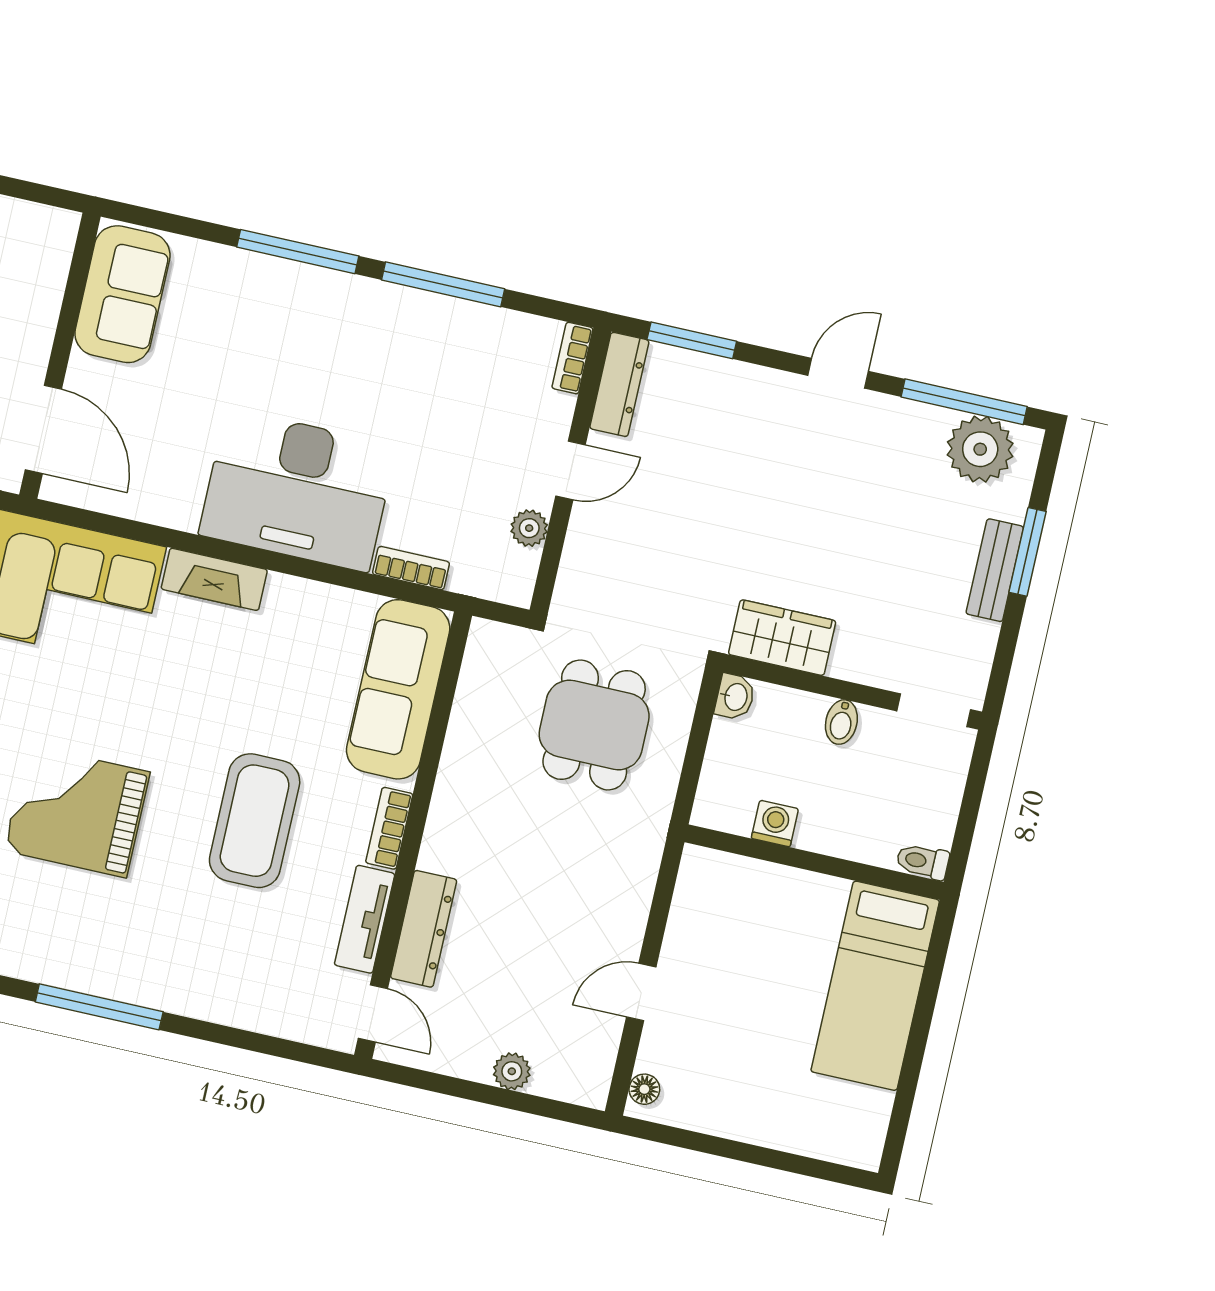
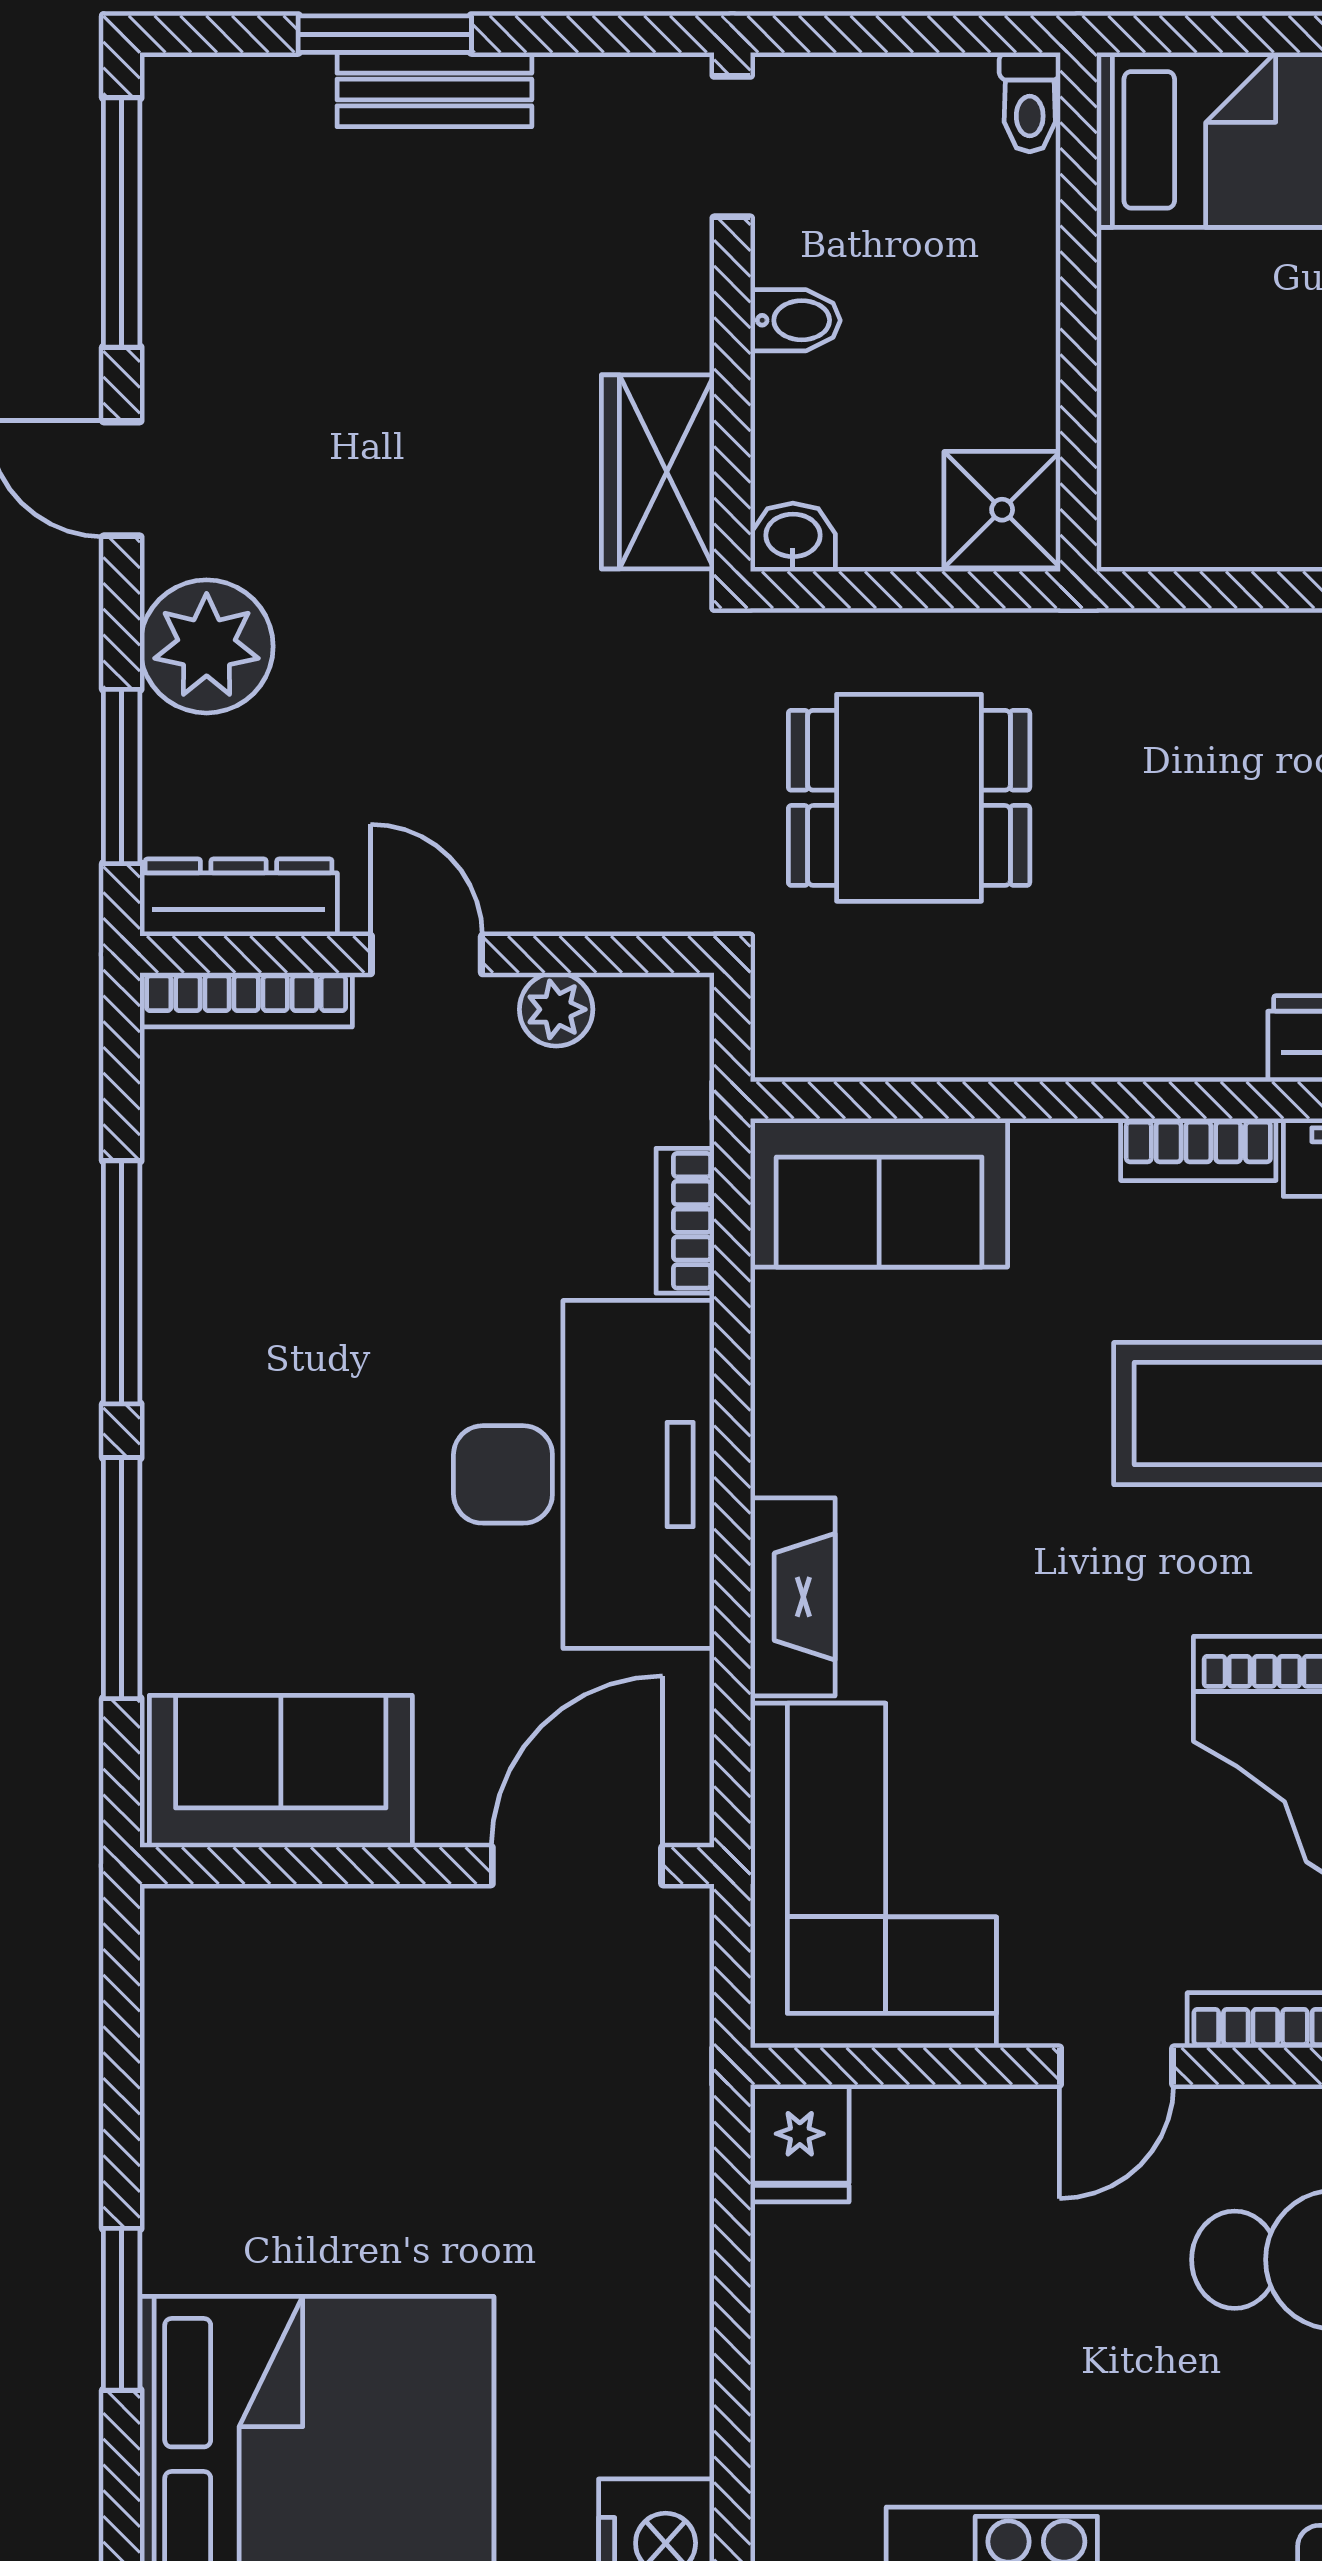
sofa: (122, 294) -> (281, 1771), moved
wall: (60, 356) -> (427, 1866), moved
bookcase: (572, 358) -> (246, 1000), width x1.56
door: (43, 429) -> (577, 1866), moved
plant: (980, 449) -> (207, 646), moved
sofa: (398, 689) -> (879, 1193), width x0.73
shower: (725, 803) -> (1002, 510), added
washing machine: (775, 824) -> (1021, 405), removed

